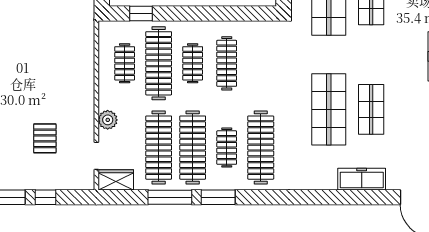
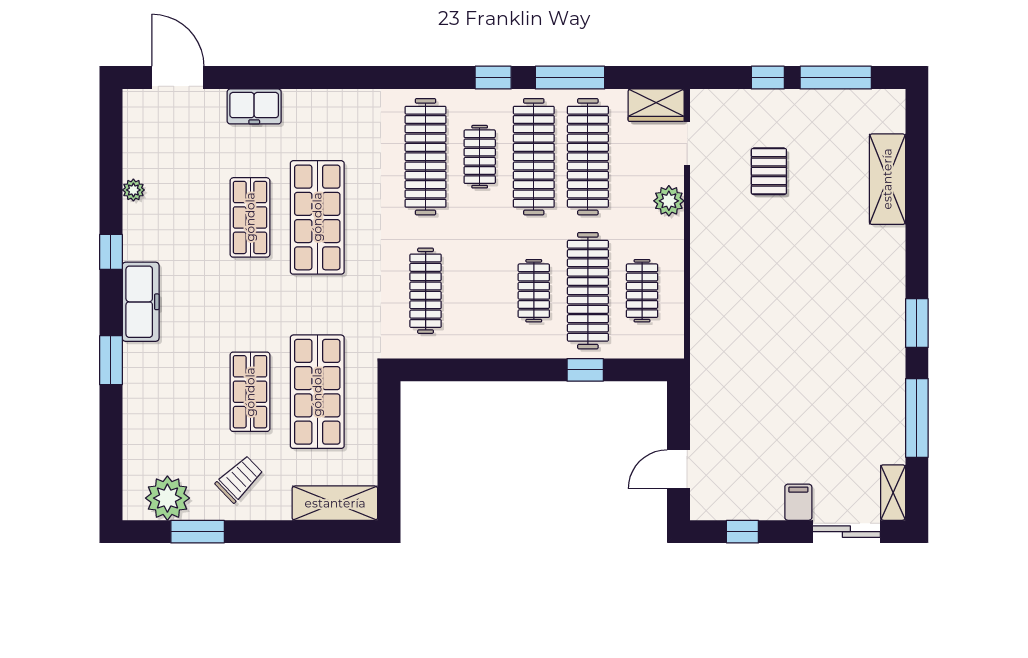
window: (141, 14) -> (585, 370), moved
clothes rail: (227, 63) -> (426, 291), moved
freezer: (362, 179) -> (254, 106), width x0.71
window: (218, 197) -> (493, 78), width x0.67

